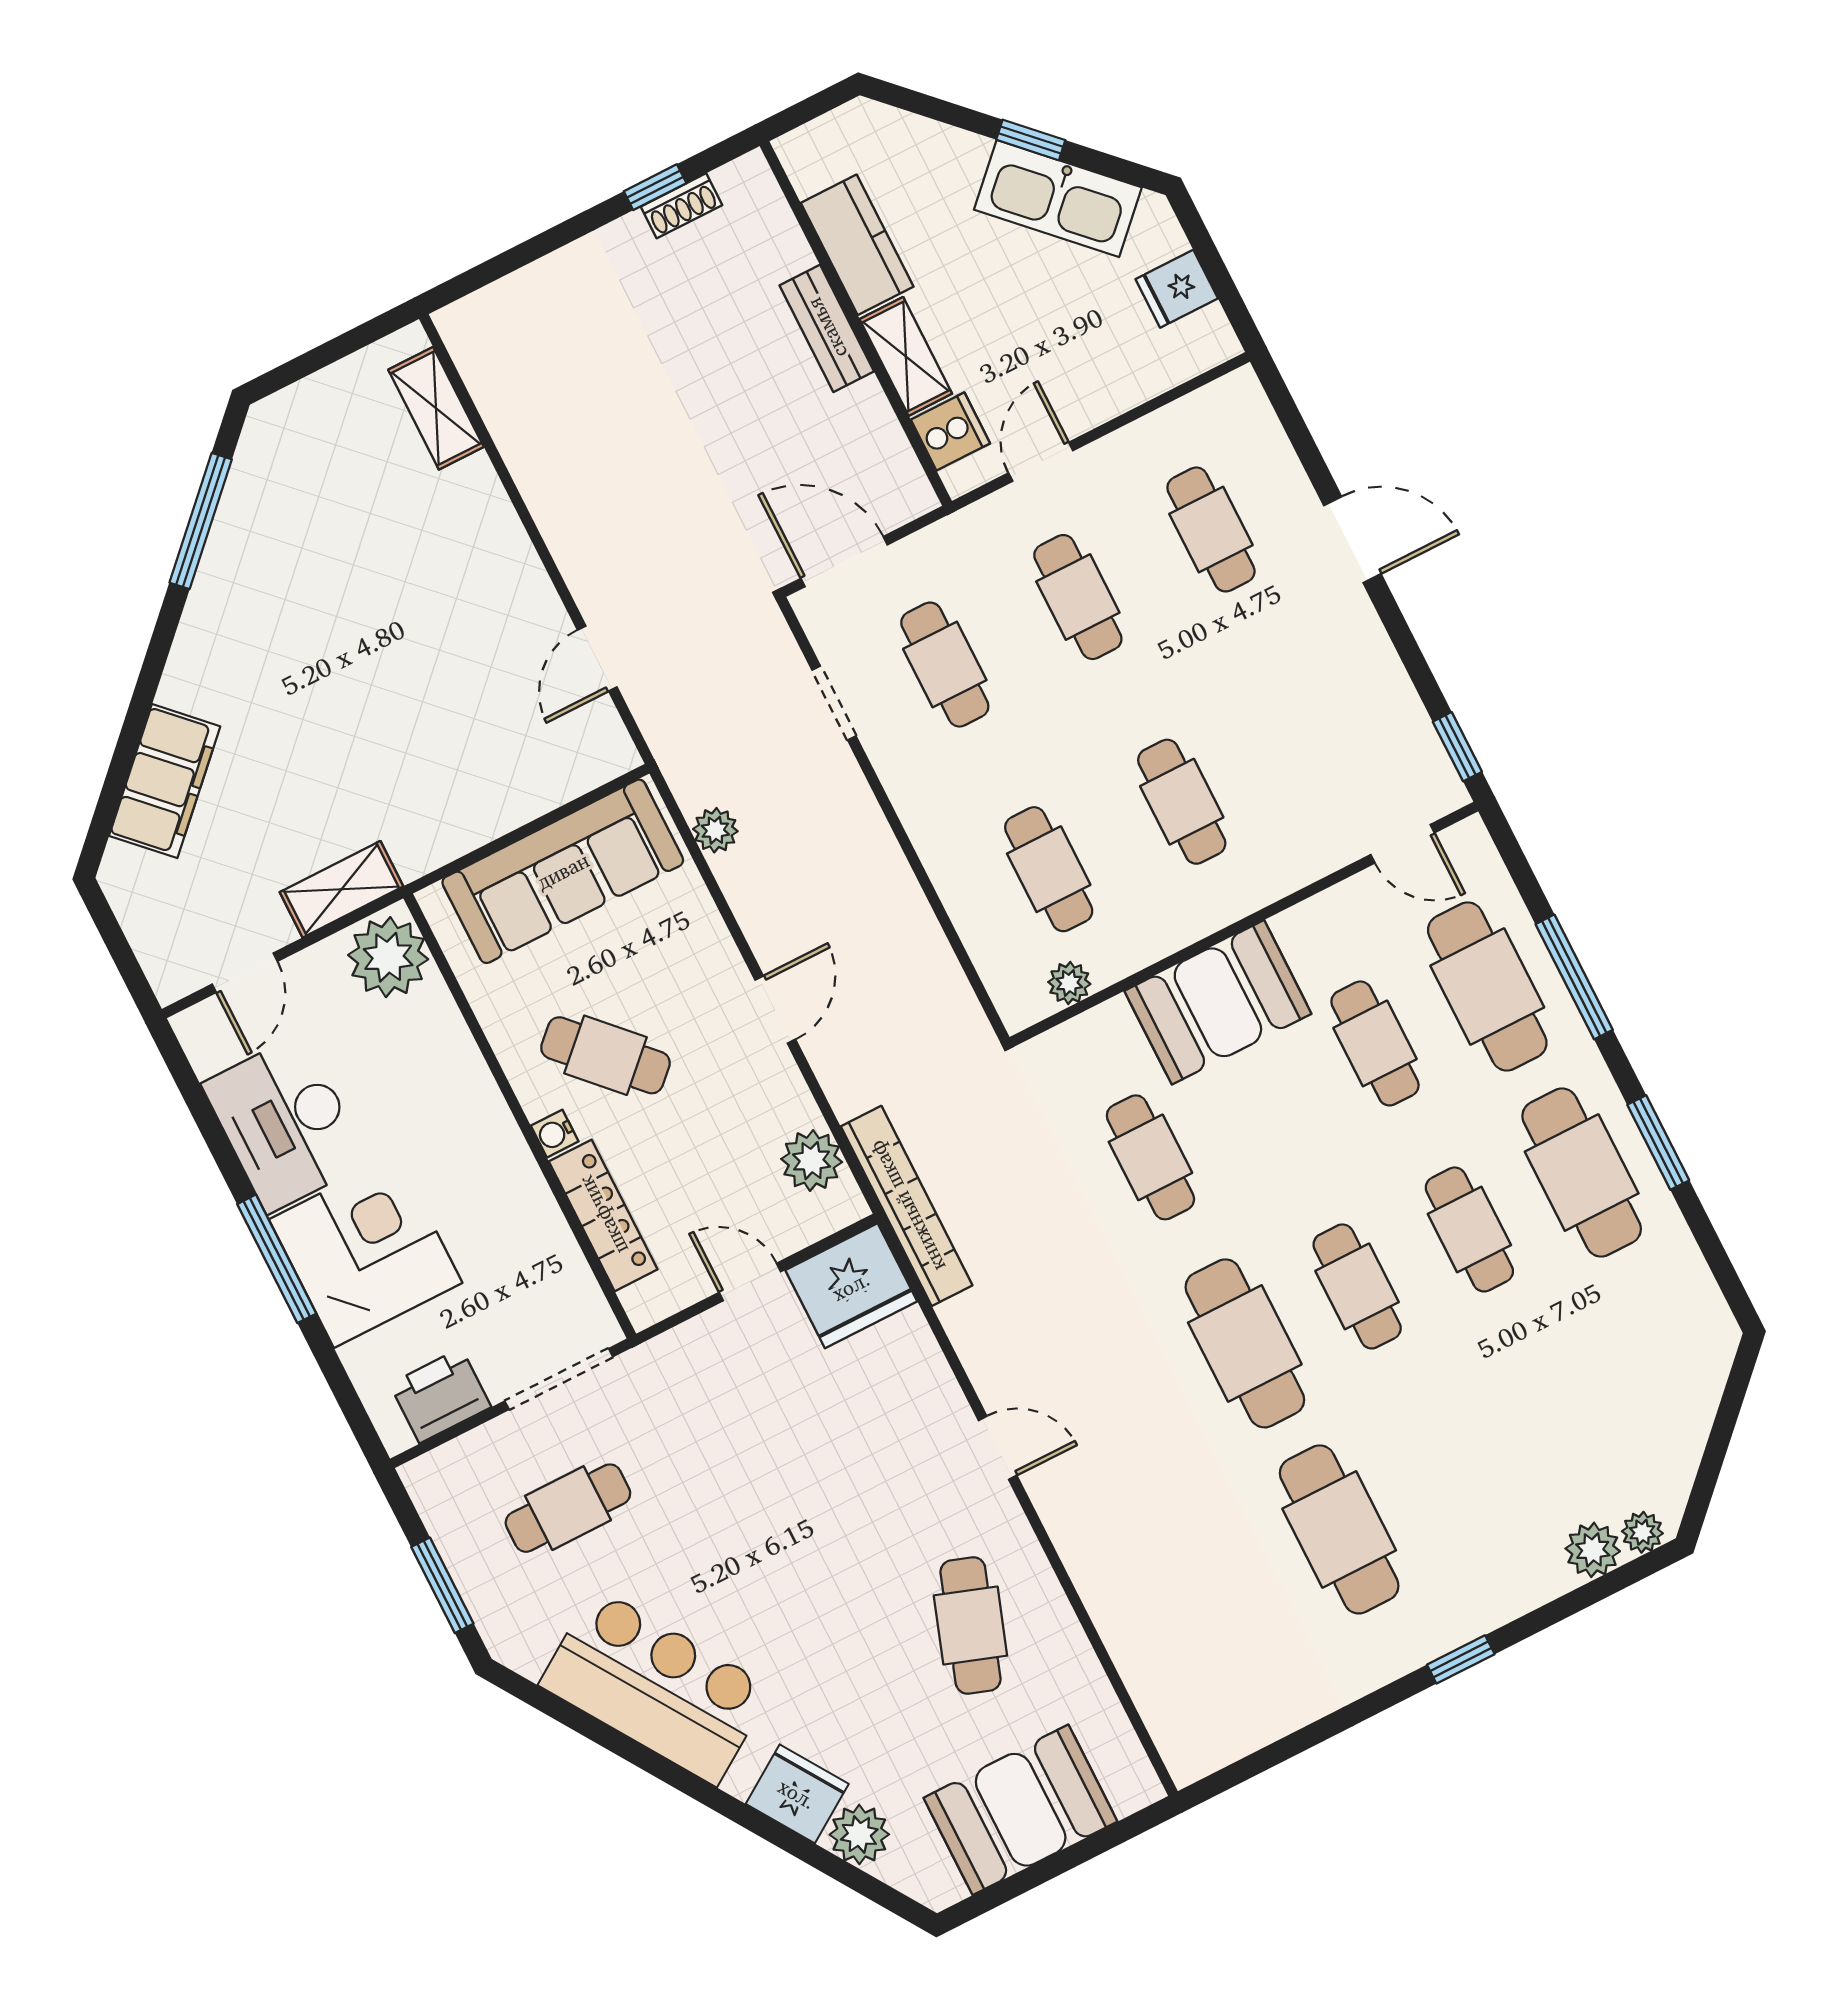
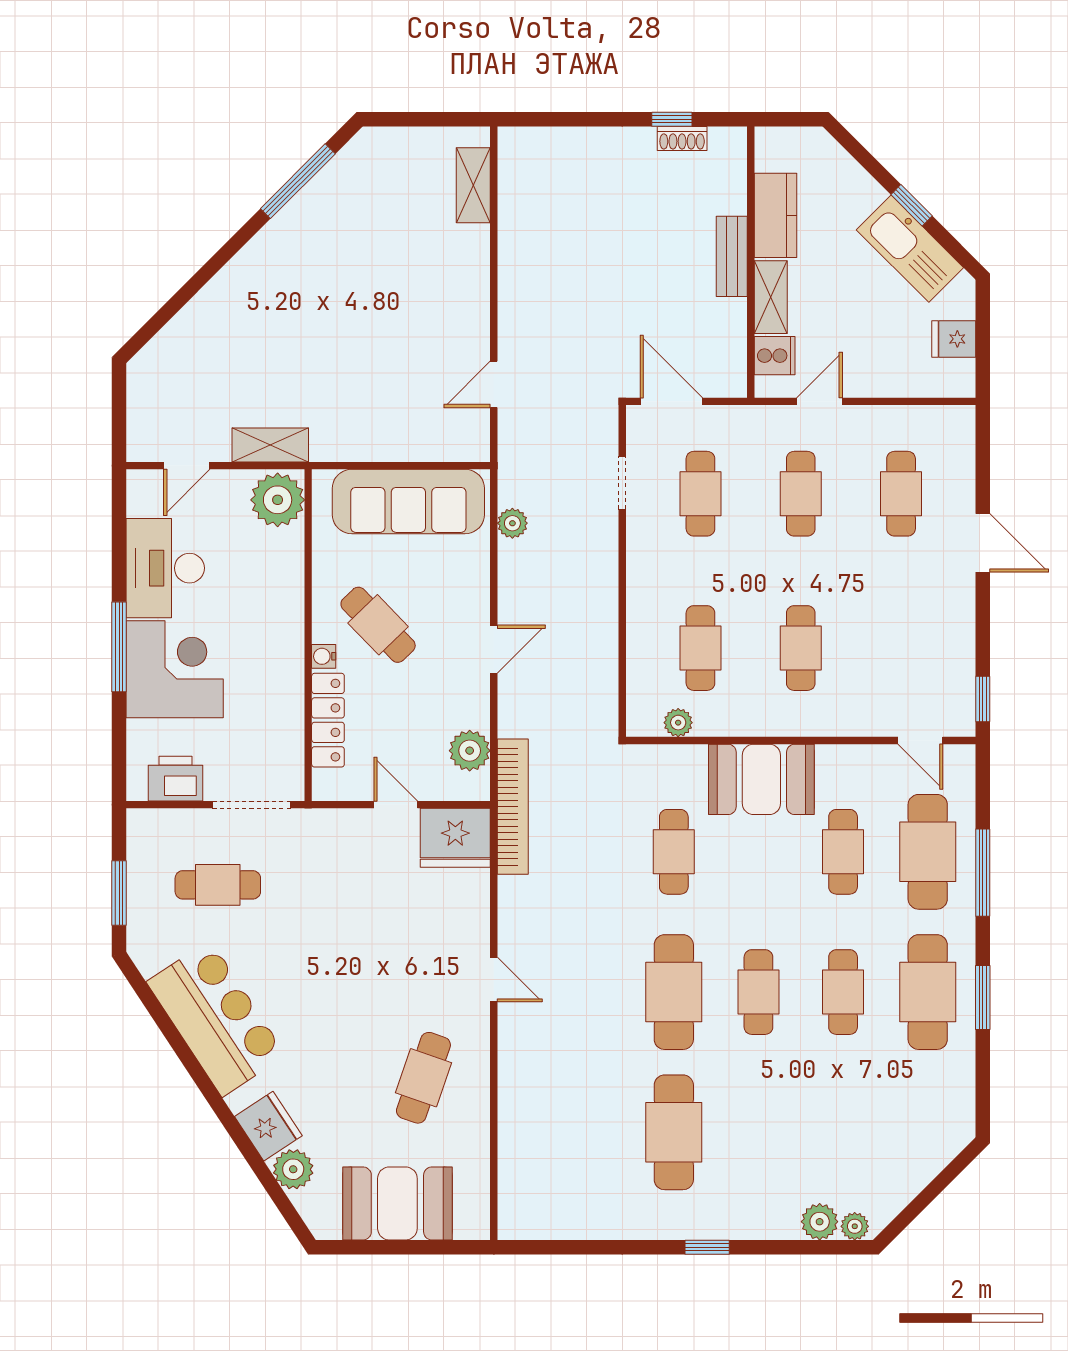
filing cabinet: (165, 781) -> (197, 326), removed

